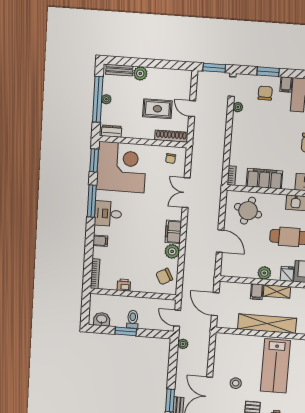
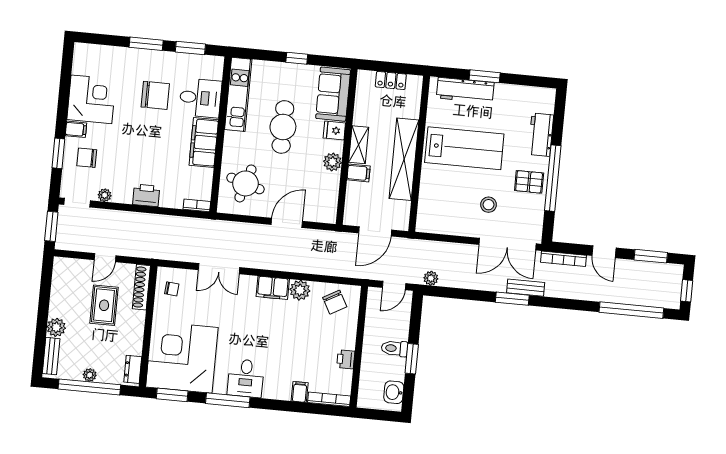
printer: (238, 138) -> (146, 195), added
filing cabinet: (264, 179) -> (204, 143), moved
filing cabinet: (100, 241) -> (300, 392), moved

